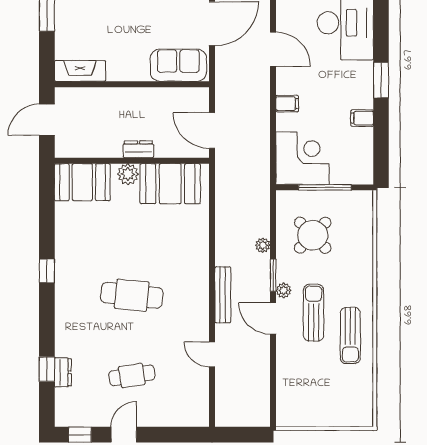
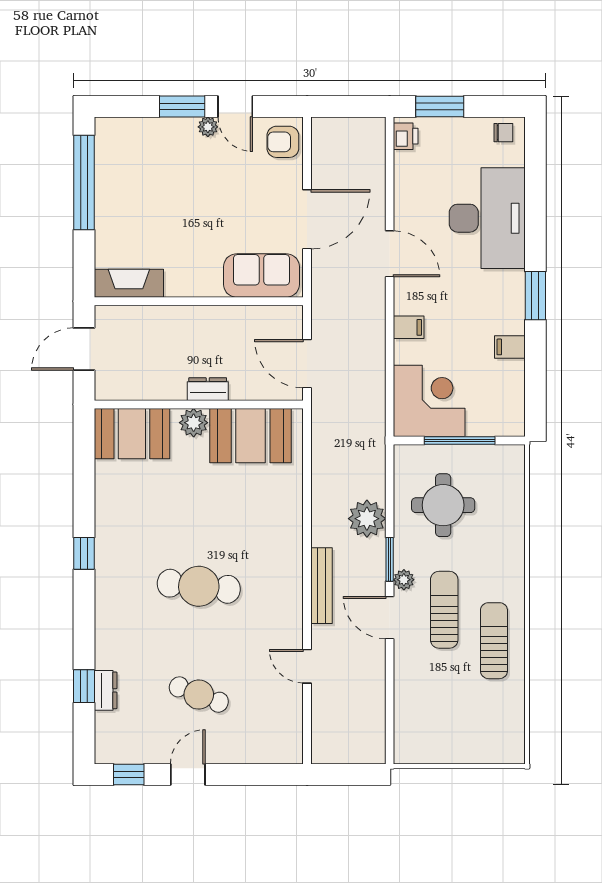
round table: (313, 235) -> (443, 505), turned 45
plant: (263, 245) -> (367, 519), width x1.88, depth x1.88
sun lounger: (350, 336) -> (494, 641), turned 180
cafe table: (132, 375) -> (199, 695), turned 30

